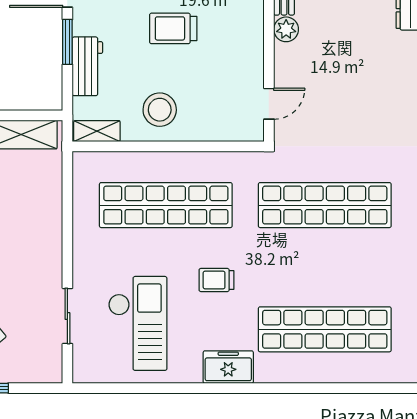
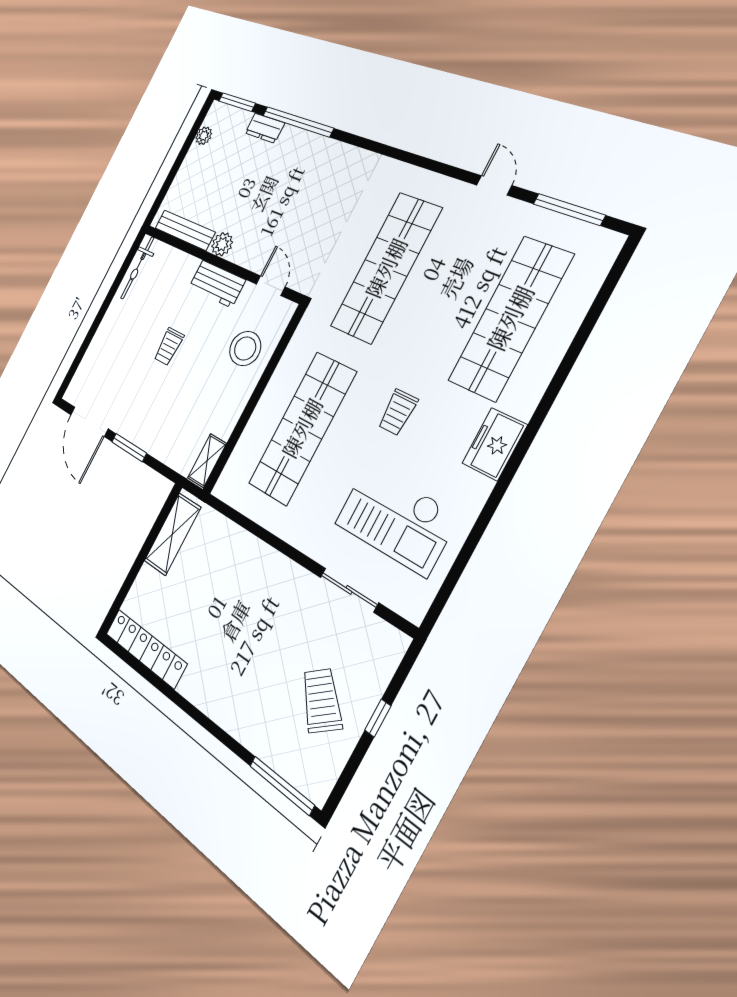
trolley: (173, 28) -> (169, 347), width x0.73, depth x0.72
workbench: (87, 66) -> (217, 284), moved, turned 180
stool: (160, 110) -> (245, 348), moved
checkout: (138, 323) -> (396, 519), turned 180

